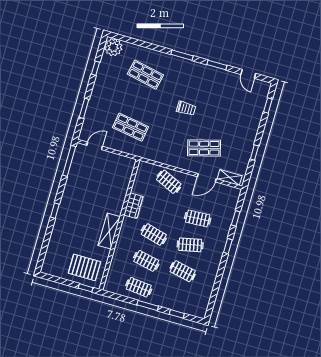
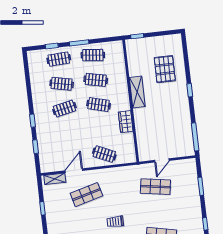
door: (95, 146) -> (162, 160), moved
clothes rail: (198, 218) -> (59, 59), moved
pallet: (84, 267) -> (165, 69), moved, turned 90

